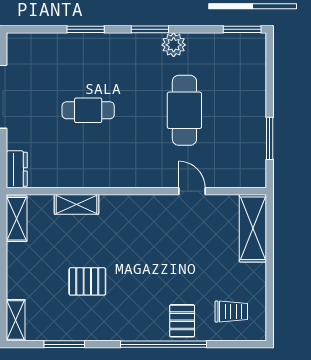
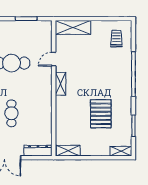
dresser: (17, 169) -> (38, 151), width x1.44
shelving: (77, 204) -> (61, 84), moved
pallet: (87, 281) -> (101, 114), width x1.50, depth x1.42
pallet: (182, 321) -> (121, 64), removed

